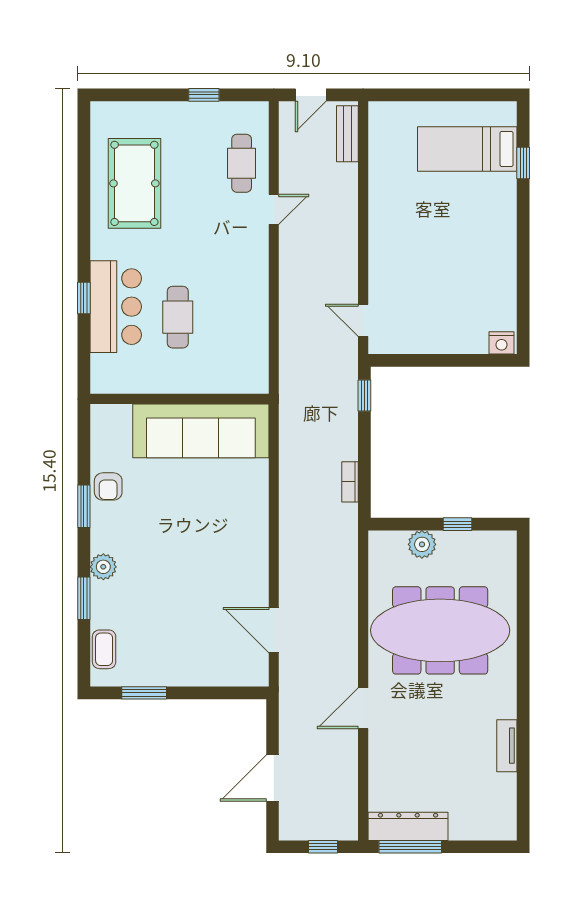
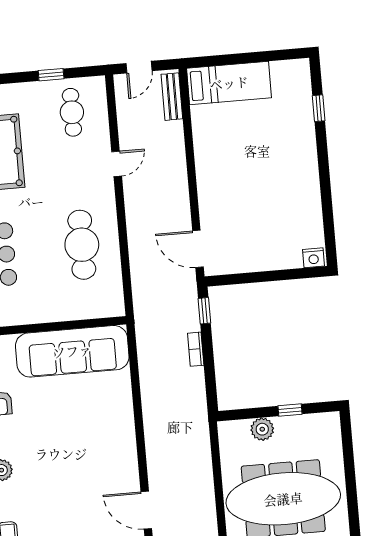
bed: (467, 149) -> (229, 83), moved, turned 180
cafe table: (242, 163) -> (72, 112), moved
cafe table: (178, 317) -> (82, 245), moved, width x1.37, depth x1.35
door: (363, 320) -> (198, 249), width x1.38
bookcase: (350, 482) -> (196, 349), moved

